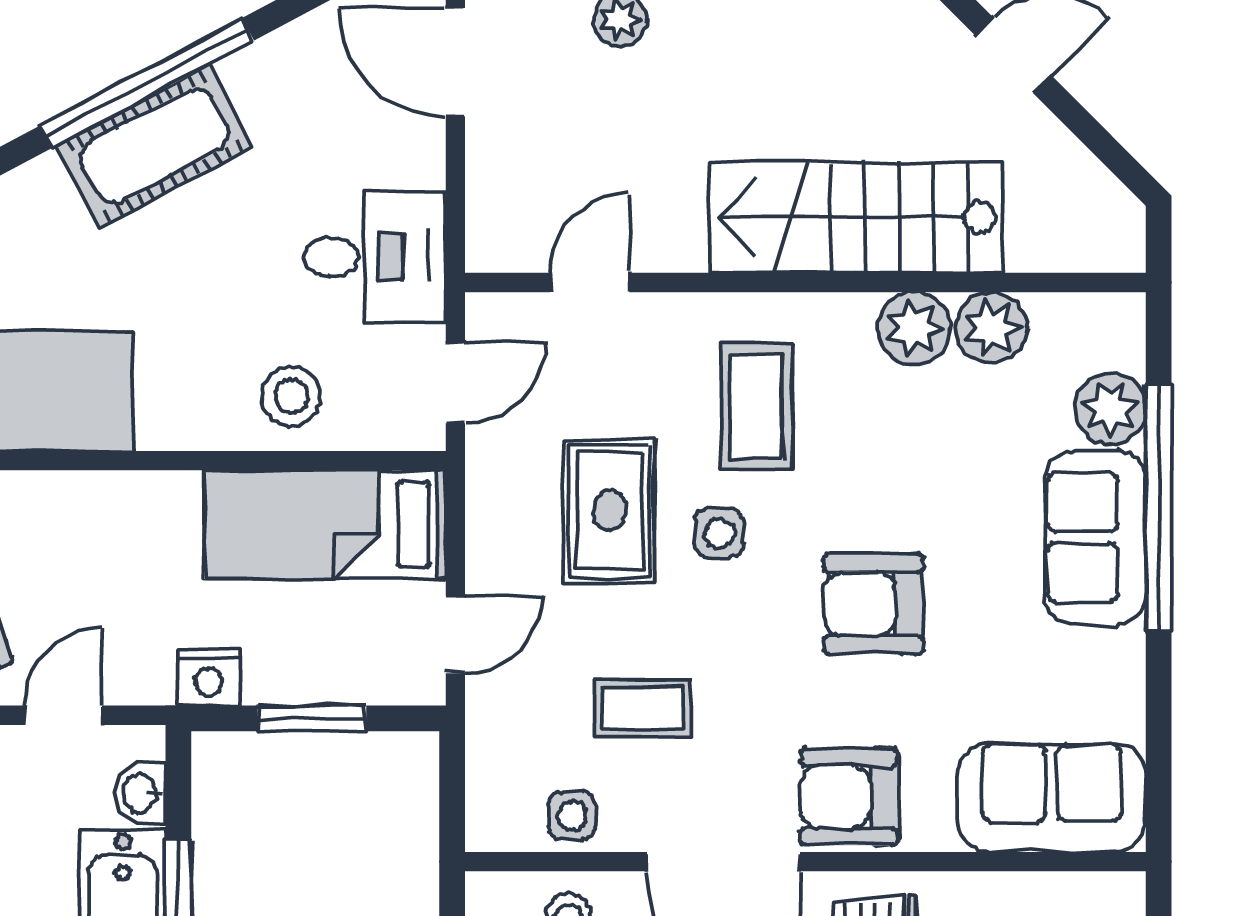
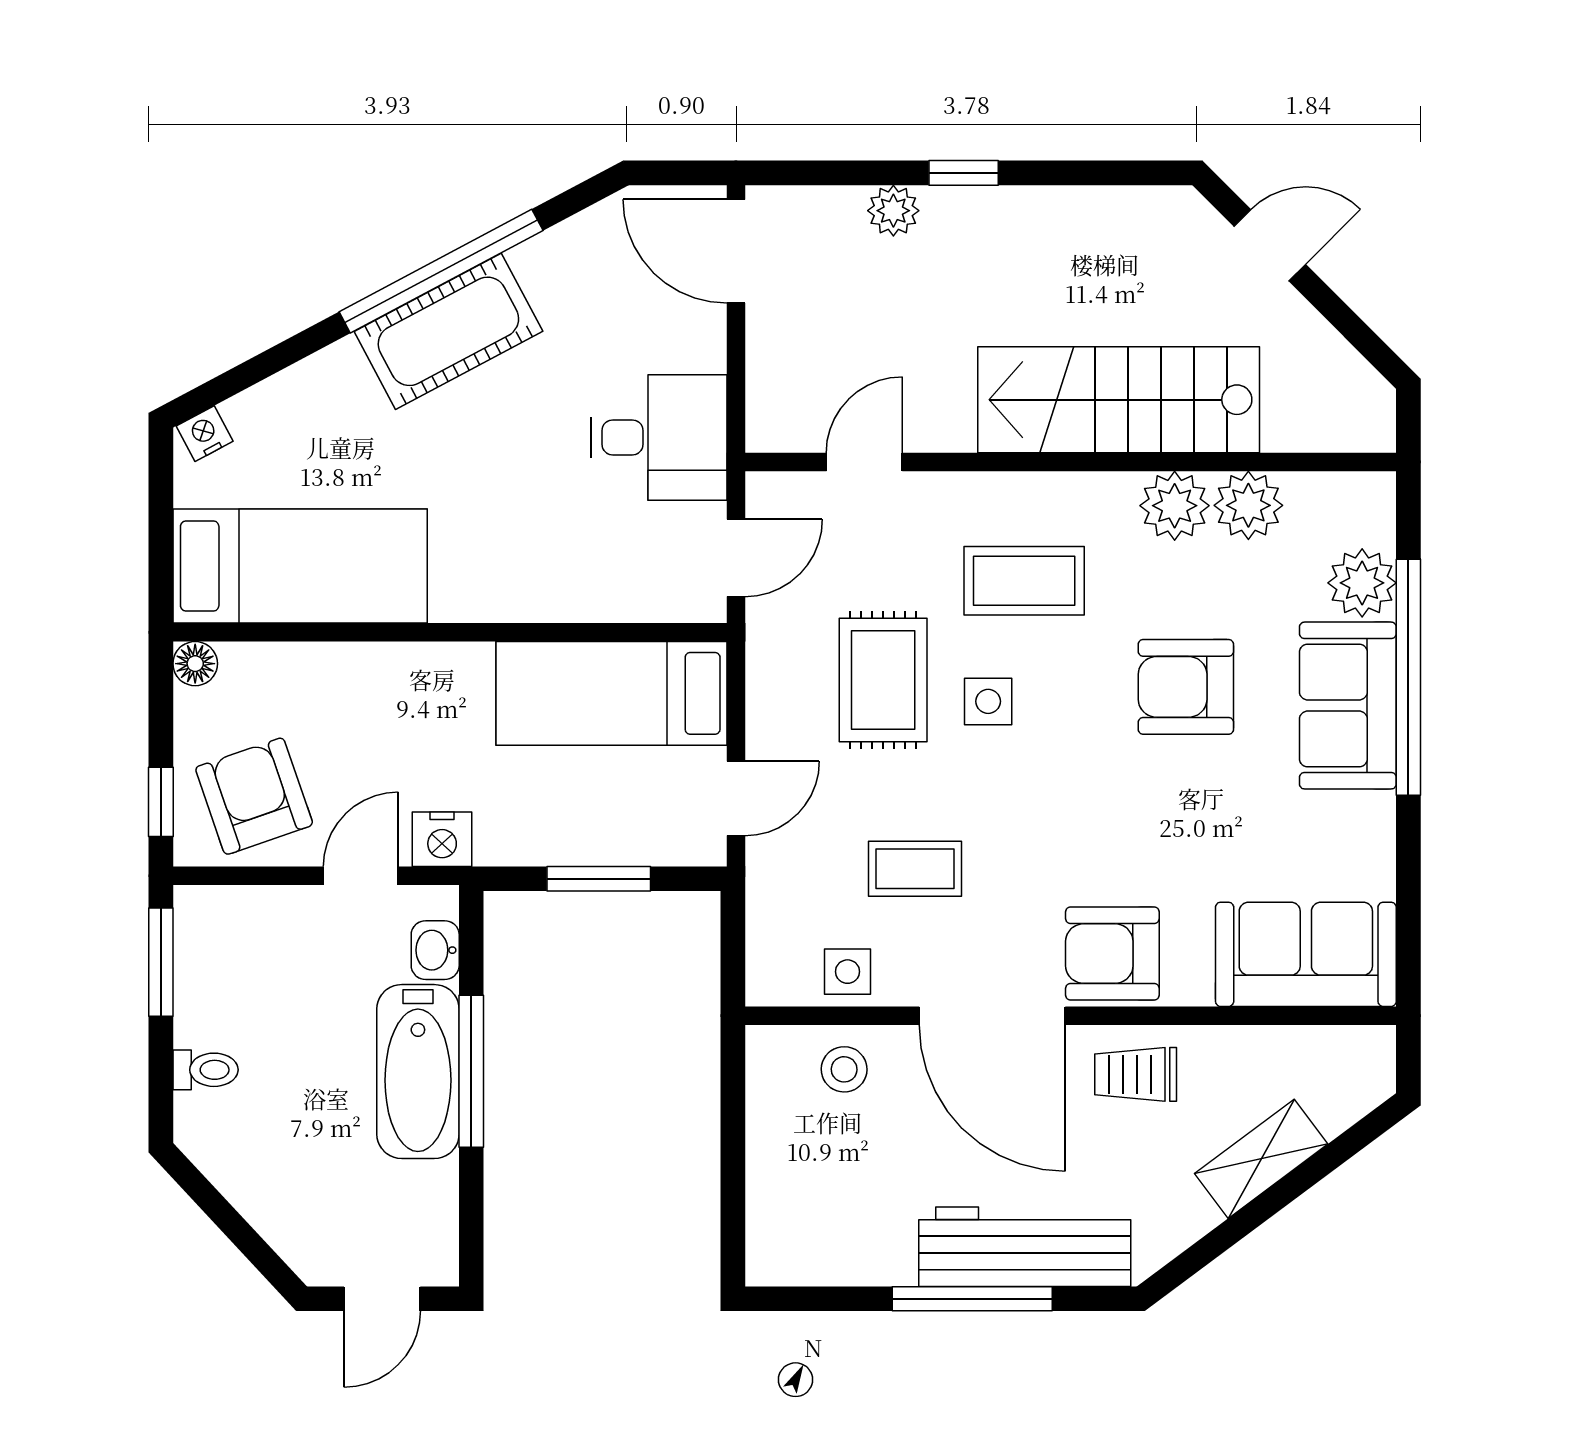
stool: (291, 396) -> (579, 571), removed
coffee table: (757, 407) -> (1024, 581), turned 90
armchair: (873, 604) -> (1186, 687), moved
nightstand: (209, 677) -> (442, 839), moved

